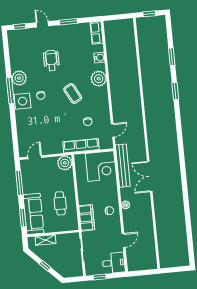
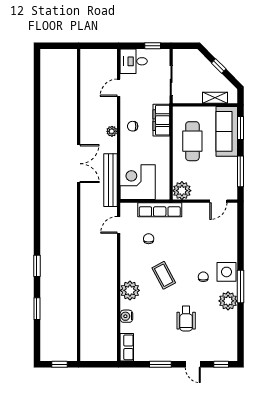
cafe table: (60, 203) -> (192, 141), width x1.37, depth x1.35

